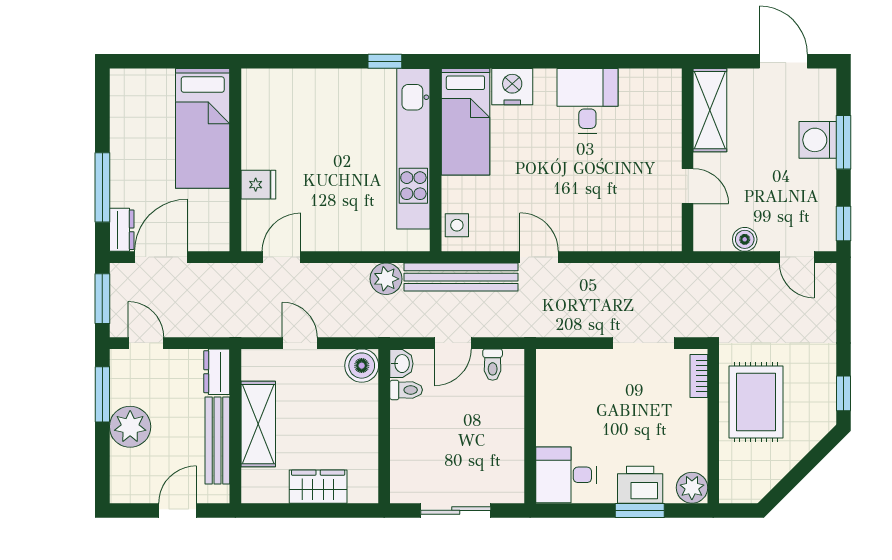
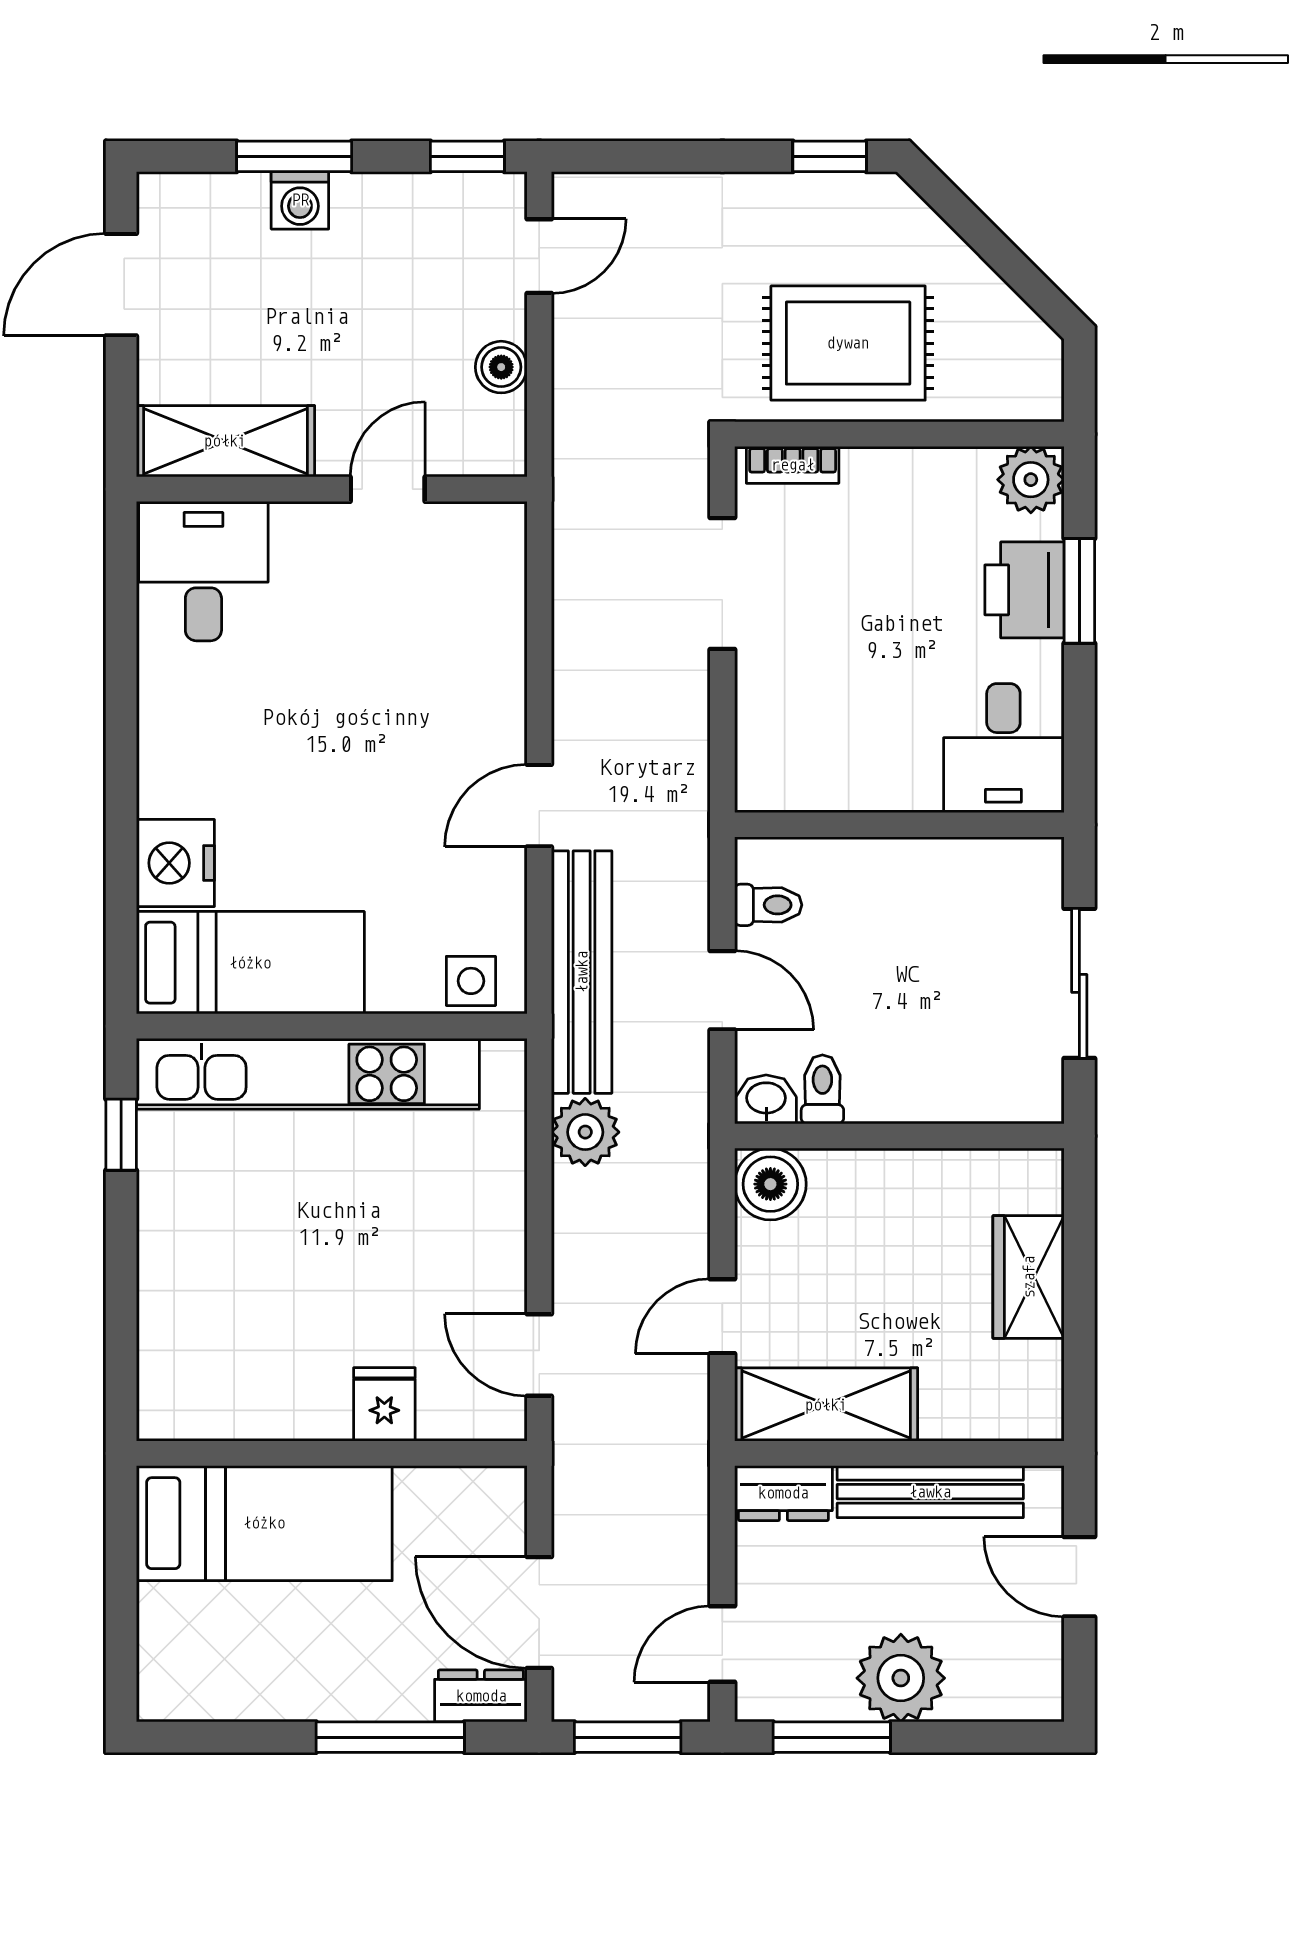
desk: (587, 101) -> (203, 571), moved, turned 90
washing machine: (818, 140) -> (300, 200), width x0.73, depth x0.73
shelving: (258, 424) -> (826, 1405), moved

